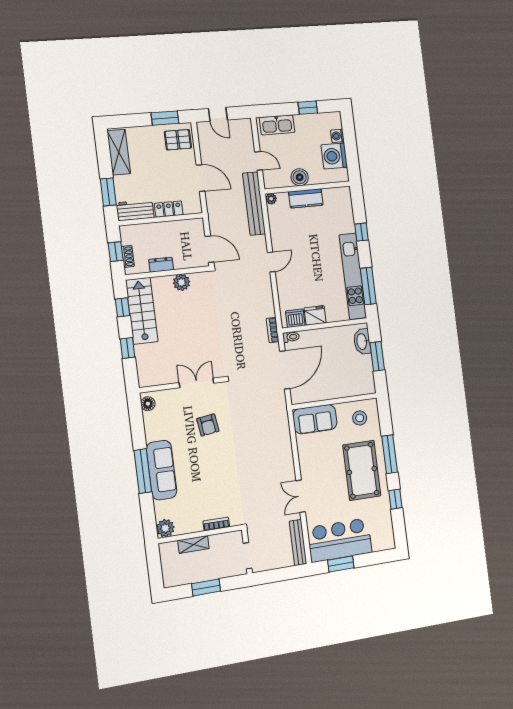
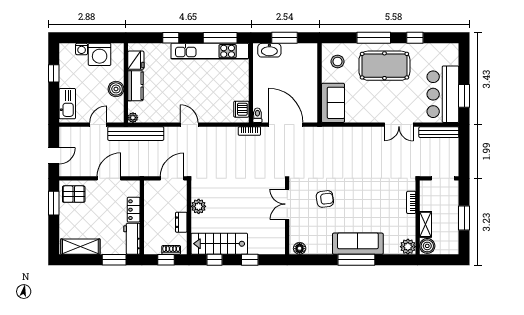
pallet: (178, 140) -> (74, 194), turned 90
fridge: (315, 315) -> (136, 60), moved, turned 180
boiler: (169, 550) -> (427, 246), added

